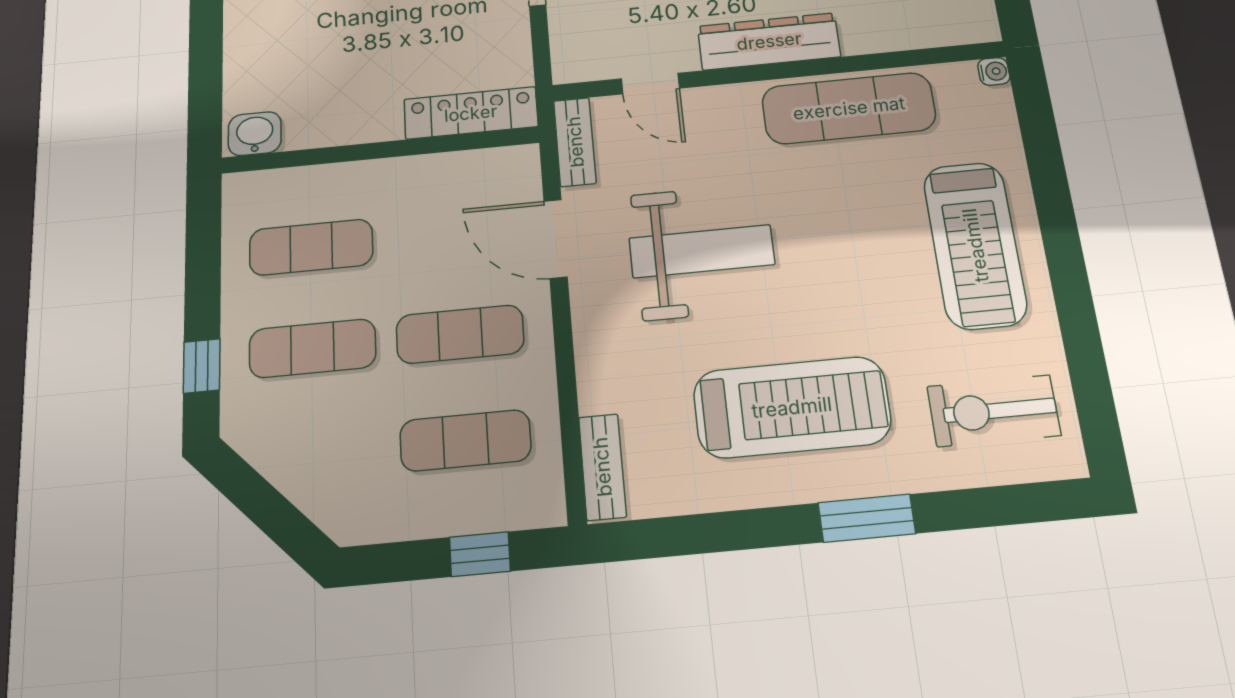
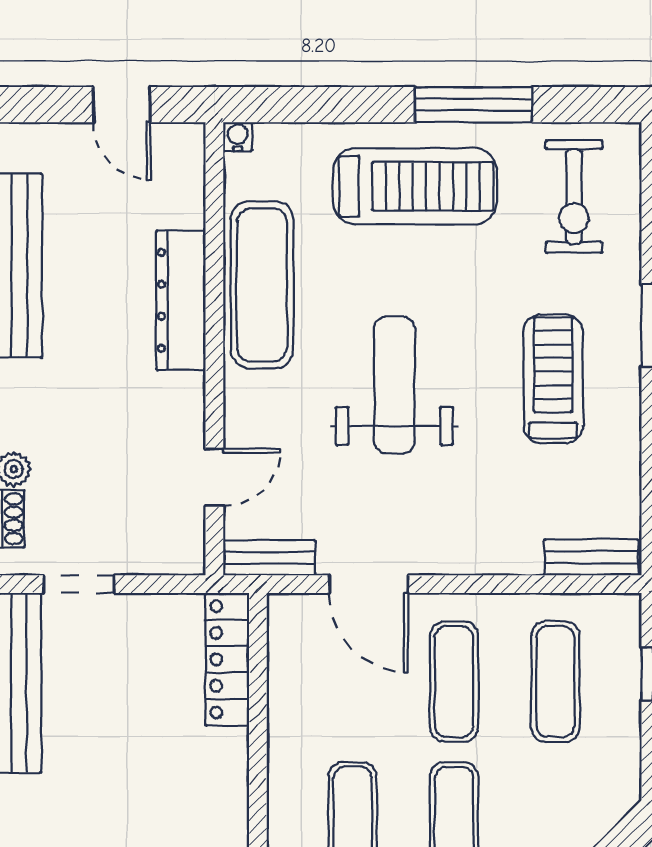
dresser: (769, 41) -> (181, 300), moved
door: (556, 239) -> (368, 584), hinge flipped
weight bench: (702, 251) -> (394, 385), moved
window: (1073, 296) -> (473, 105), added
treadmill: (792, 407) -> (553, 379), width x0.73, depth x0.73

